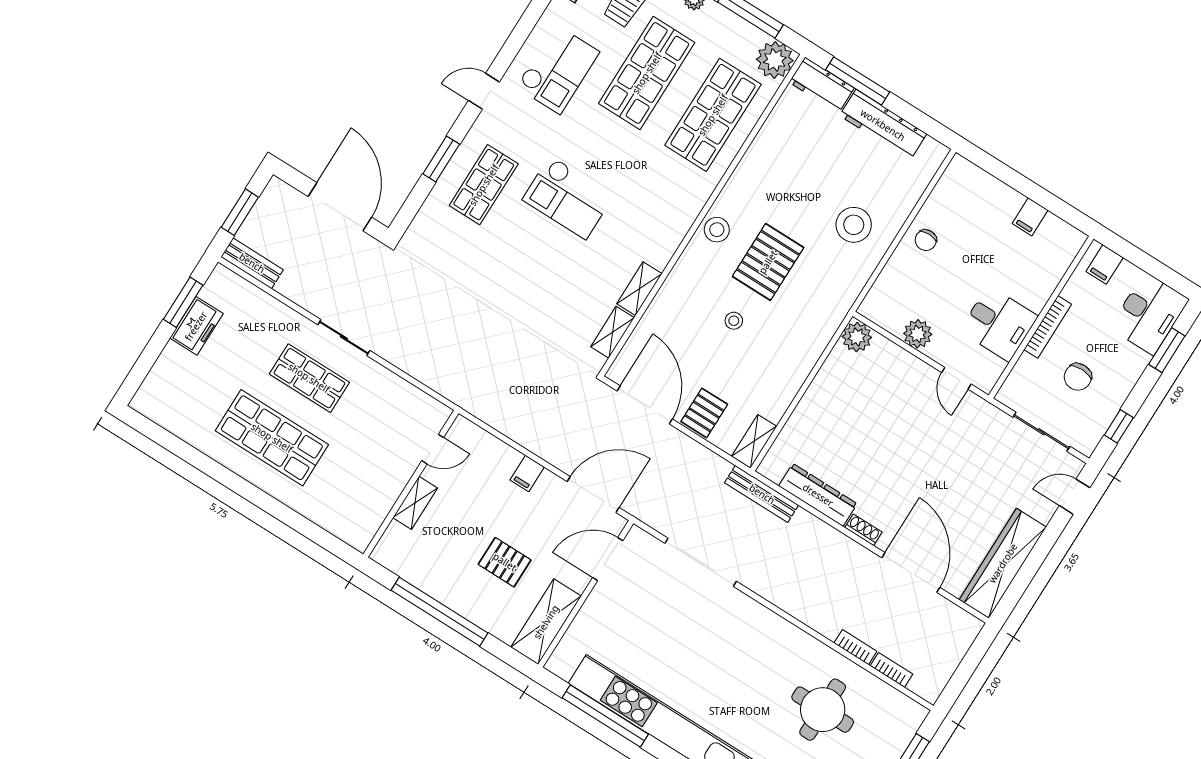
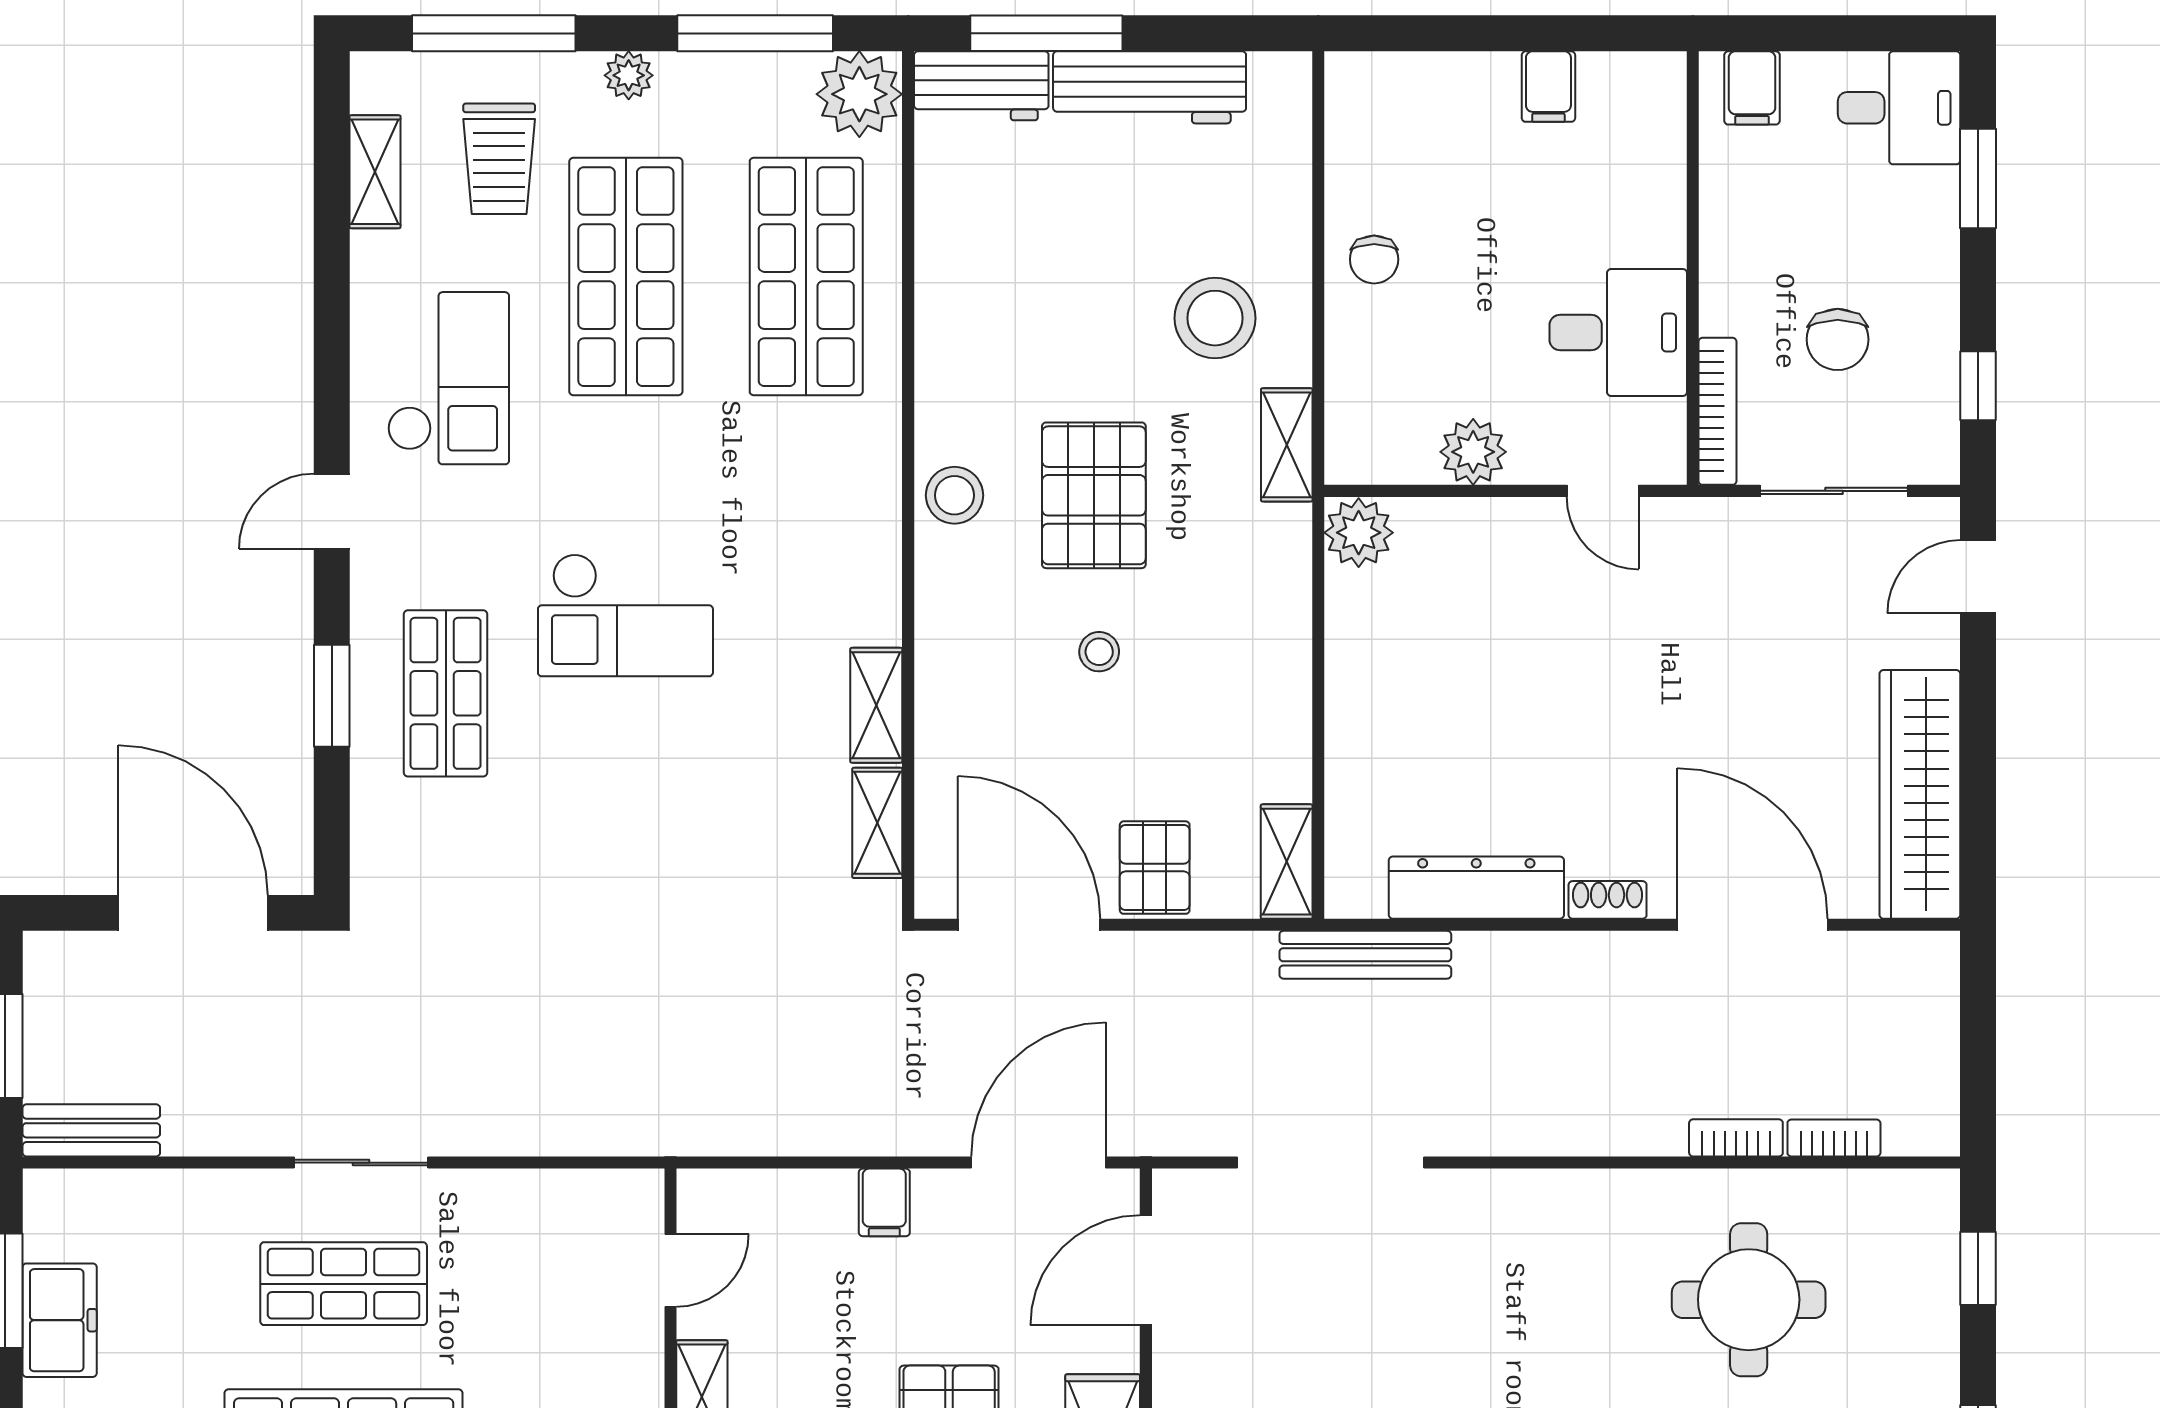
shelving: (851, 288) -> (1287, 445), added
desk: (1149, 314) -> (1899, 108), width x0.73
bookcase: (1048, 327) -> (1718, 411), moved

